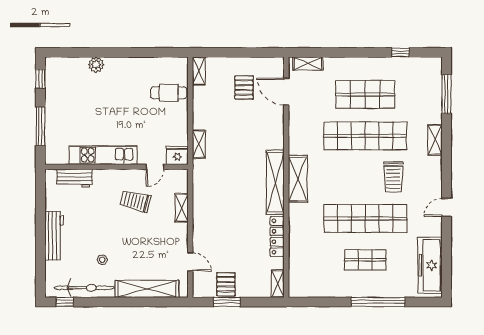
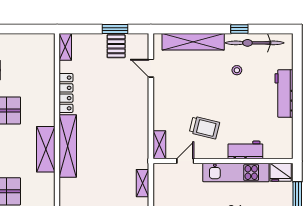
fridge: (177, 155) -> (281, 172), moved
workbench: (75, 178) -> (245, 150), moved
shelving: (182, 208) -> (159, 145), moved
window: (65, 302) -> (239, 29), moved

